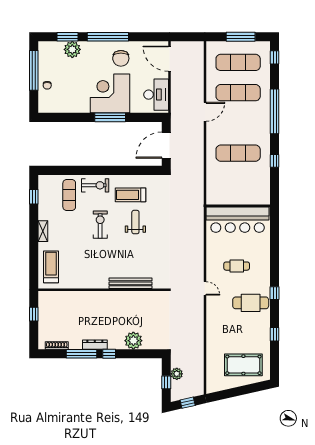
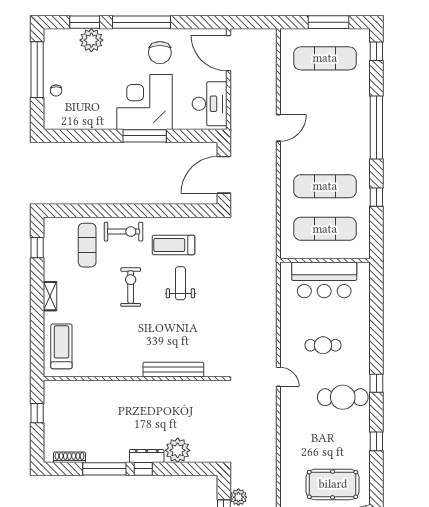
exercise mat: (238, 93) -> (325, 229), moved
bar counter: (238, 220) -> (324, 280), width x0.73
dresser: (95, 345) -> (147, 456), moved

